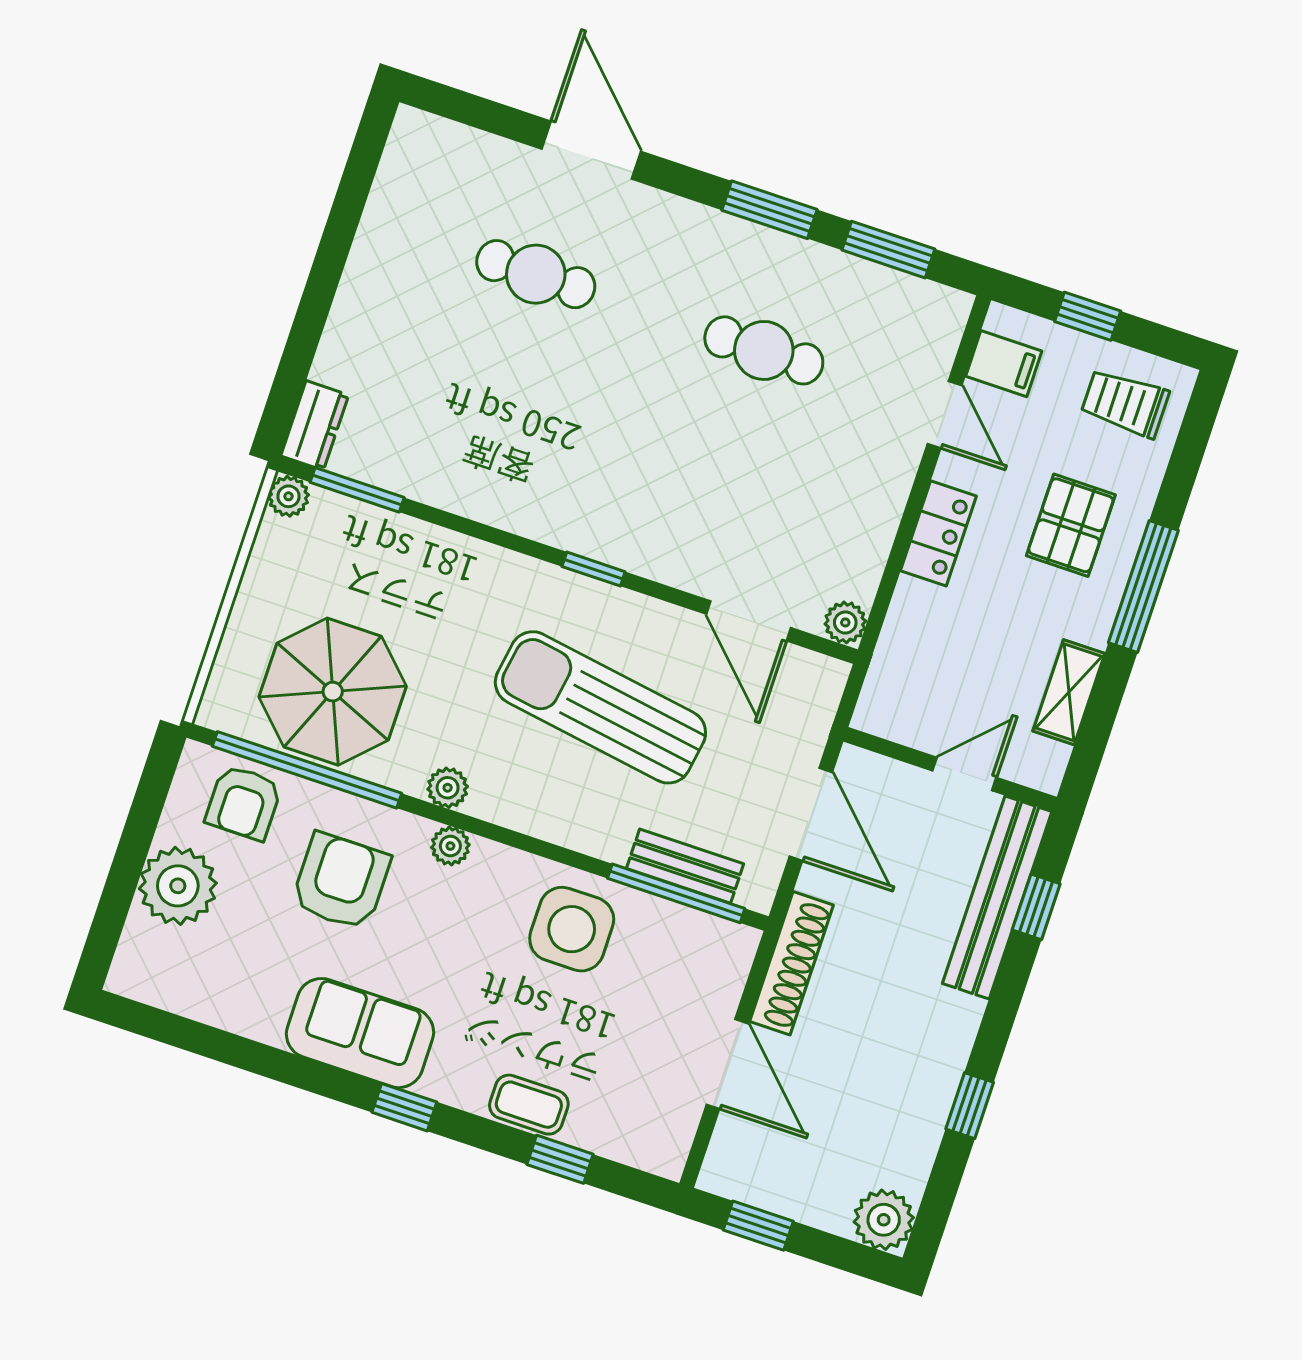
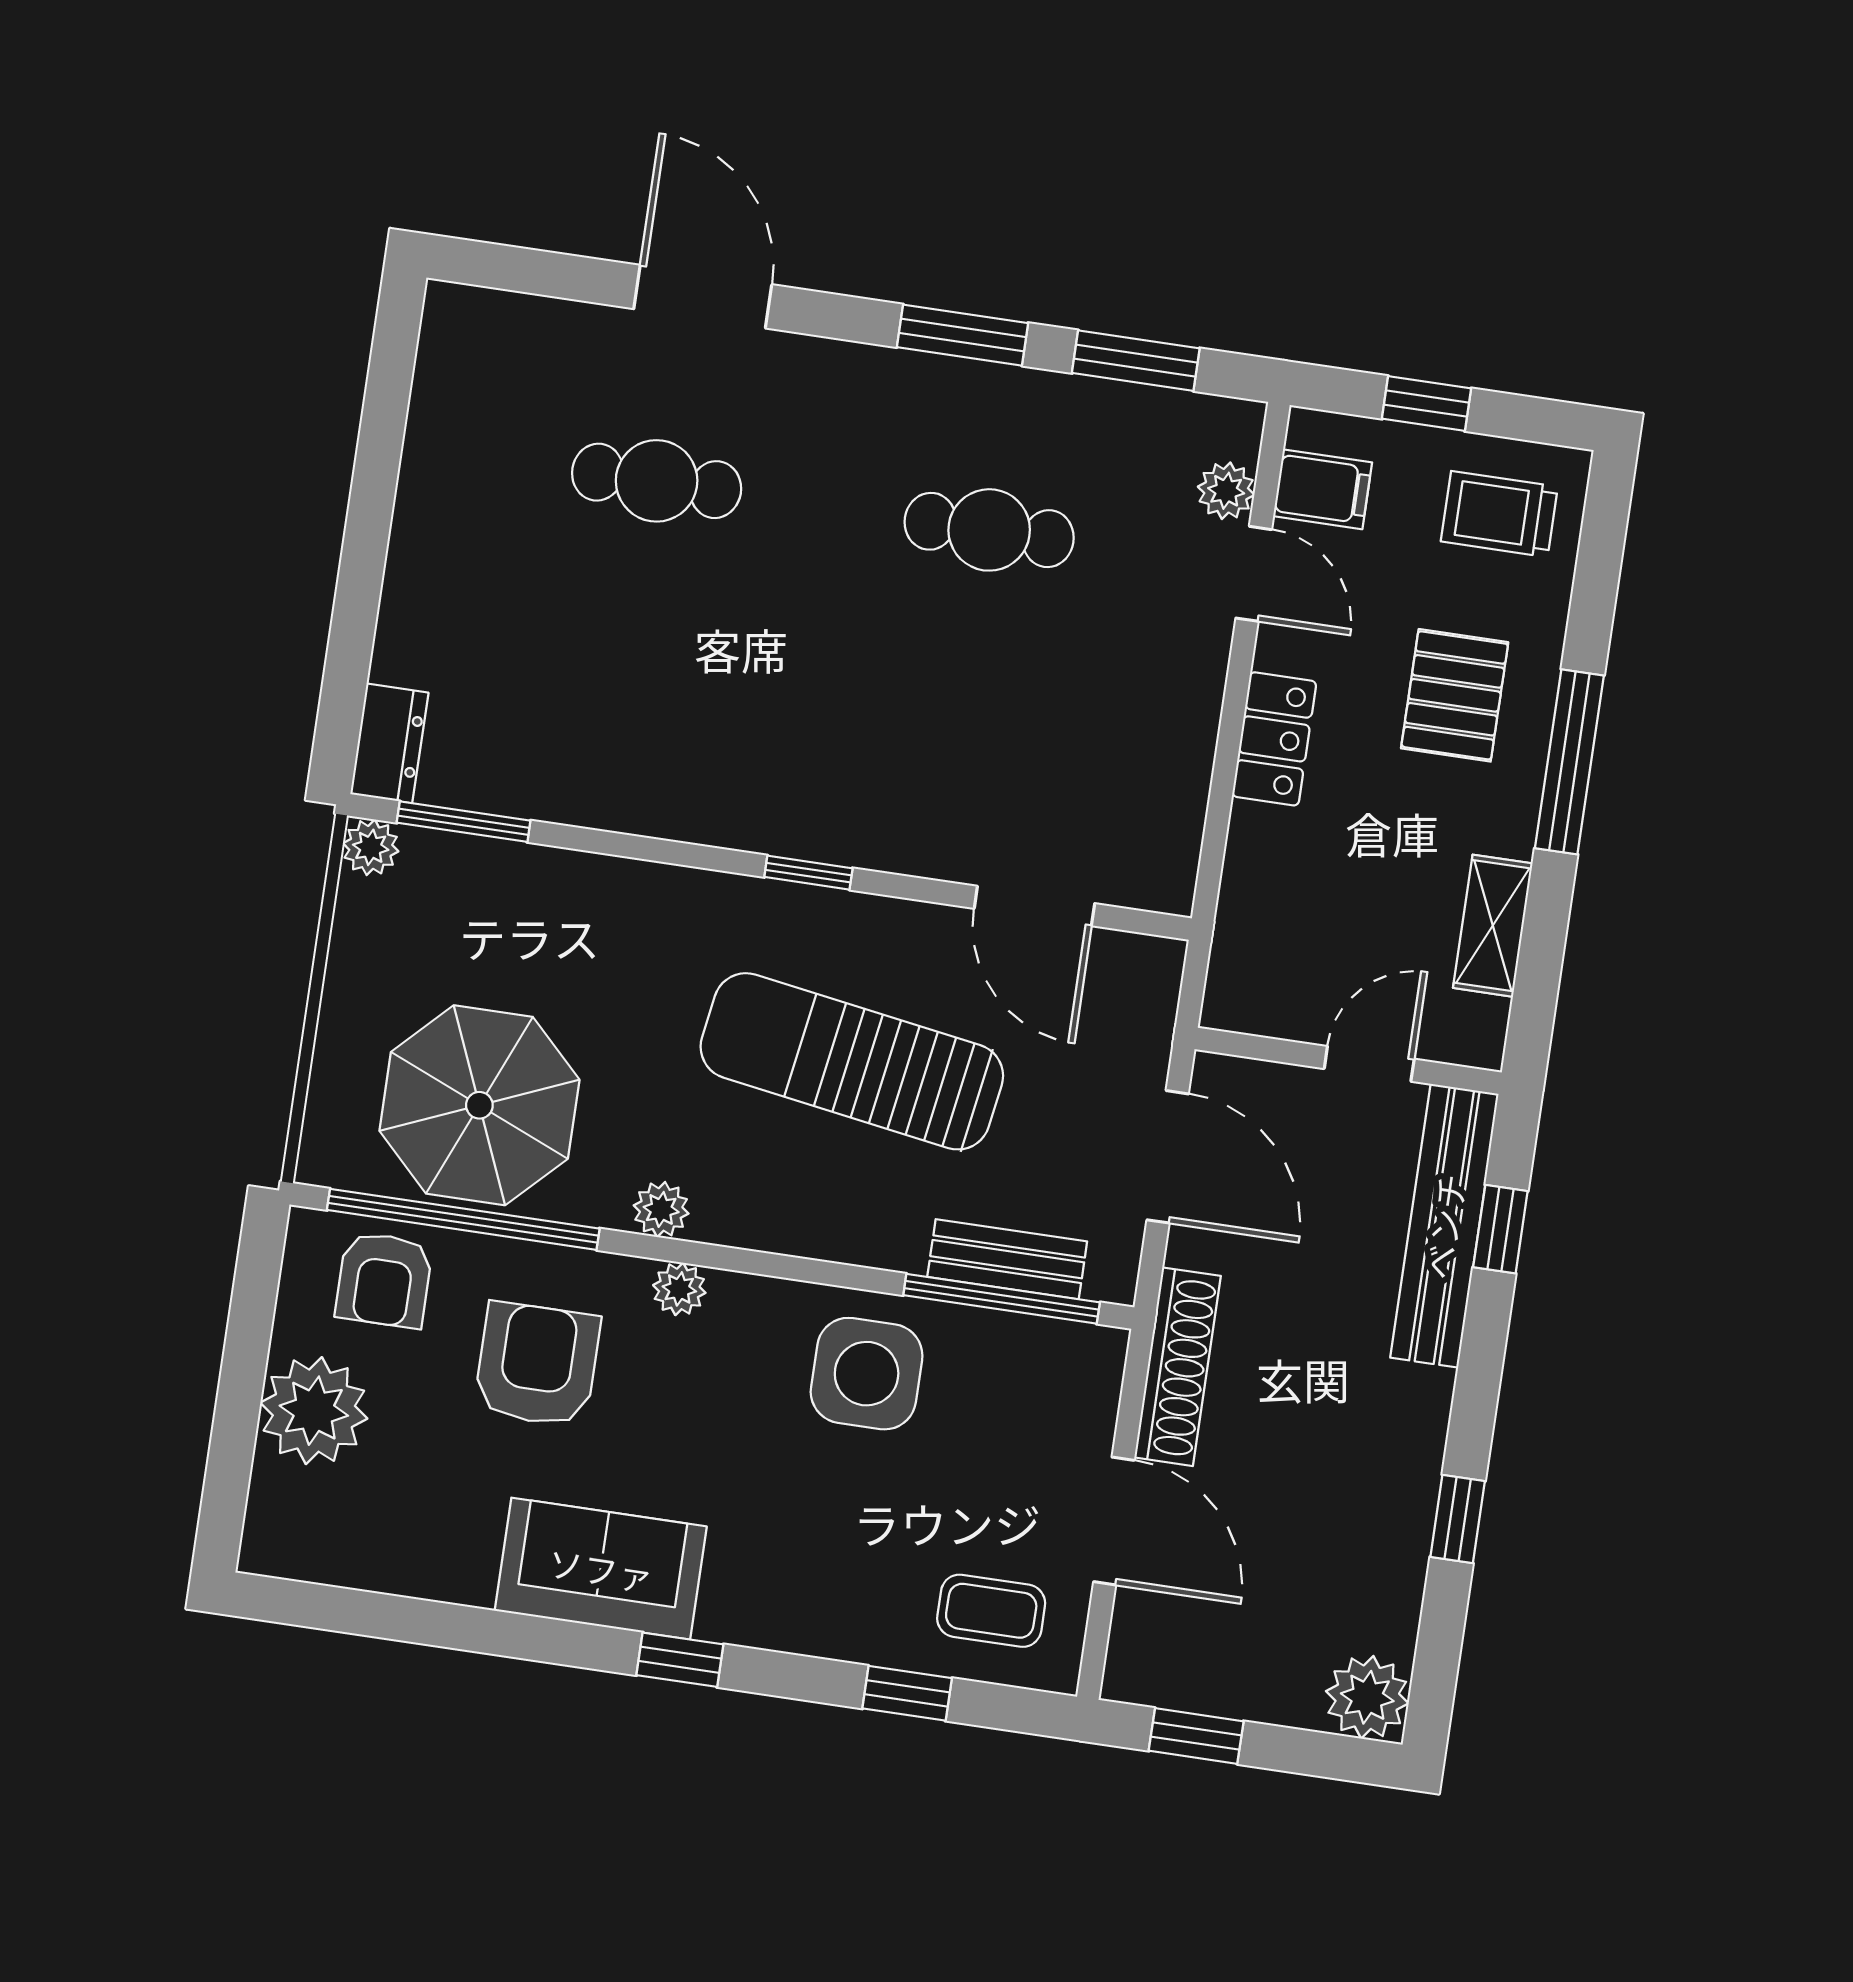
plant: (845, 622) -> (1226, 491), moved
coffee table: (529, 1105) -> (991, 1611), moved

